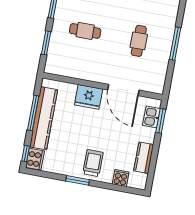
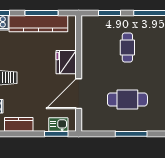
cafe table: (139, 41) -> (127, 99), width x1.37, depth x1.35

